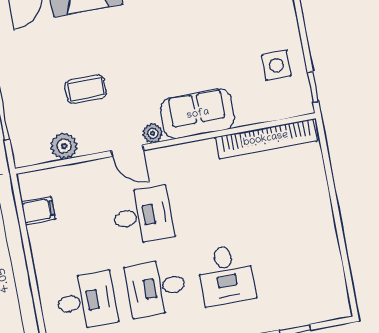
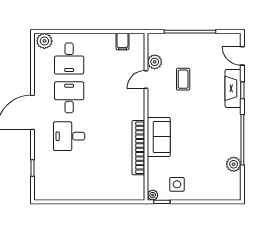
plant: (153, 133) -> (153, 195), moved
bookcase: (266, 139) -> (138, 148), moved
door: (127, 151) -> (146, 80), moved
desk: (143, 216) -> (109, 97), removed

